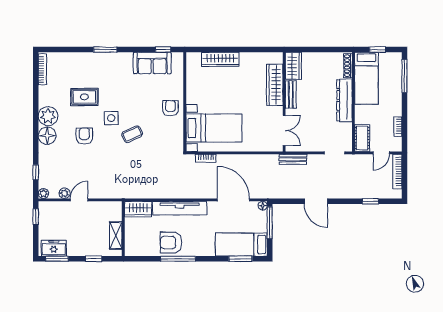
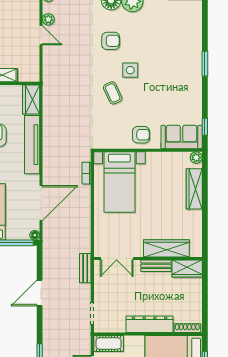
plant: (191, 58) -> (196, 158), added
sofa: (152, 63) -> (182, 137), moved, turned 90
rug: (84, 97) -> (153, 41), removed

